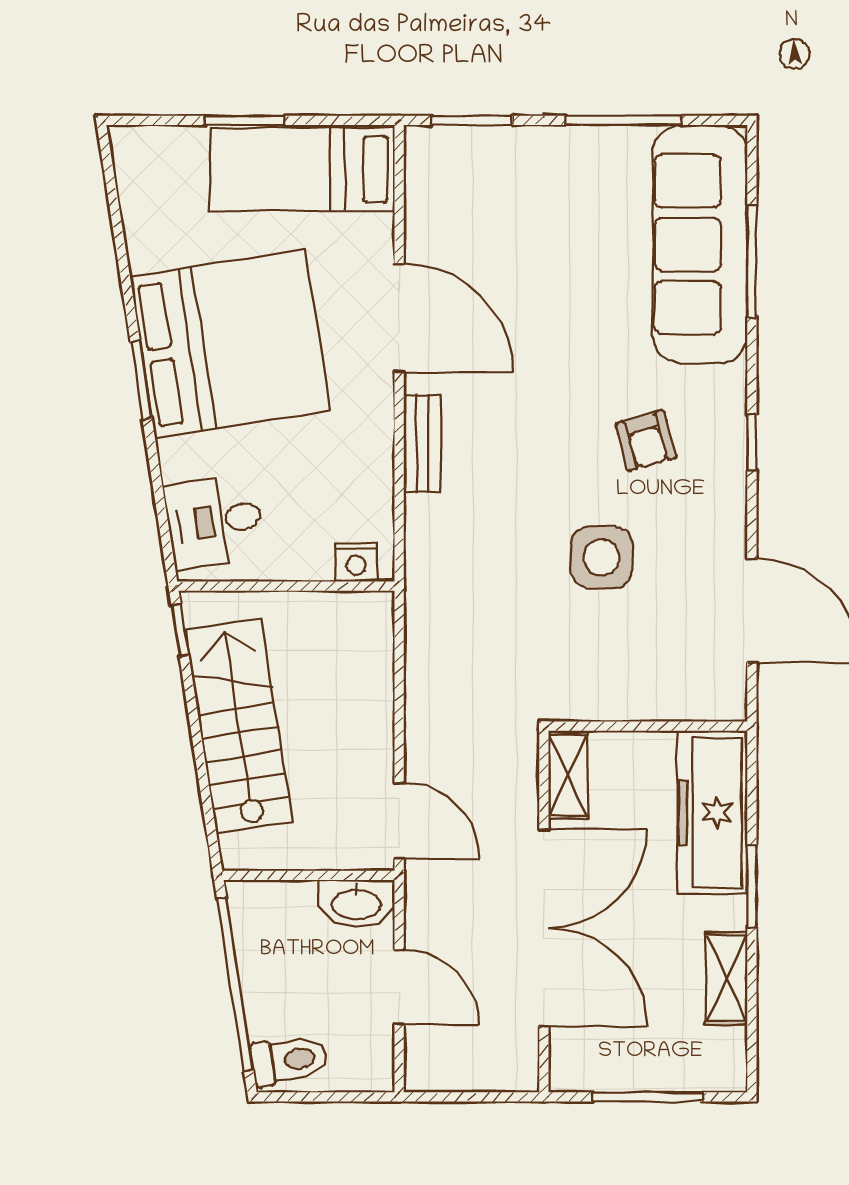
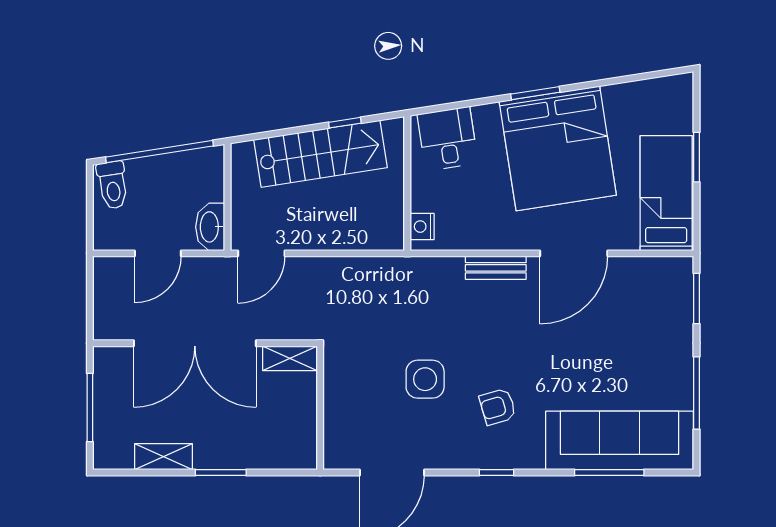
window: (180, 630) -> (345, 123), moved
freezer: (712, 812) -> (267, 448), removed

